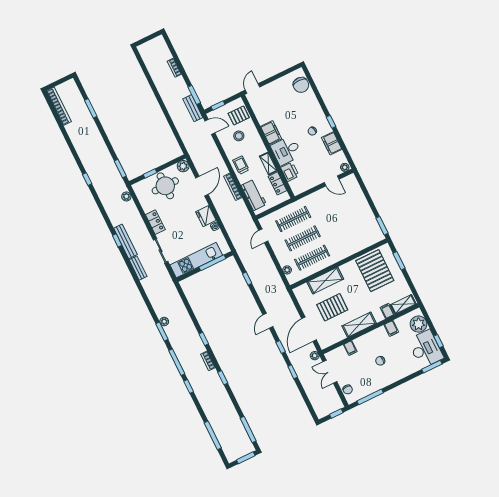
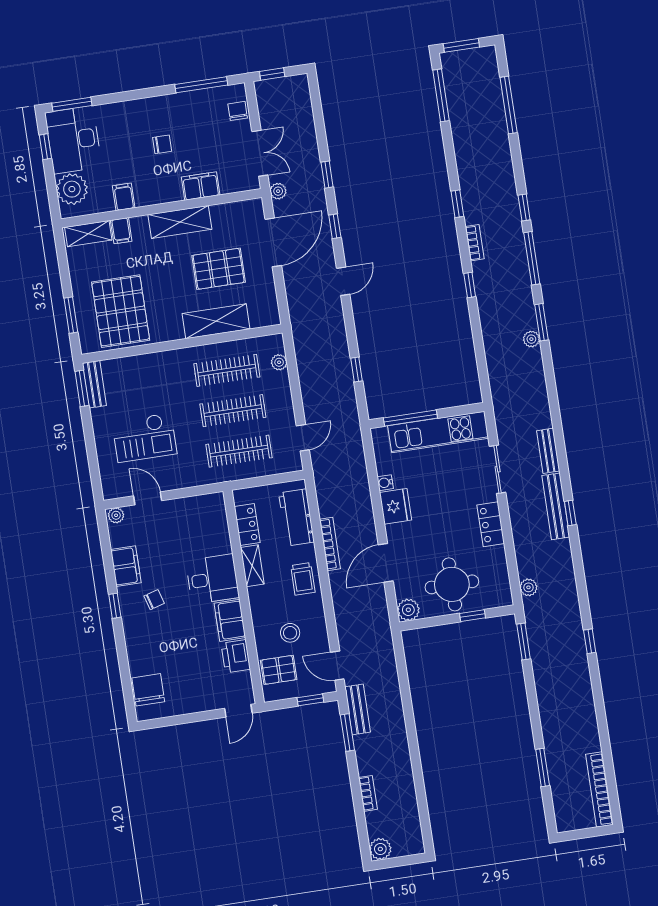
plant: (159, 42) -> (380, 849), added
printer: (290, 172) -> (236, 656), moved
checkout: (343, 211) -> (144, 438), added
bench: (376, 230) -> (94, 384), added
filing cabinet: (350, 348) -> (201, 186), width x2.00

